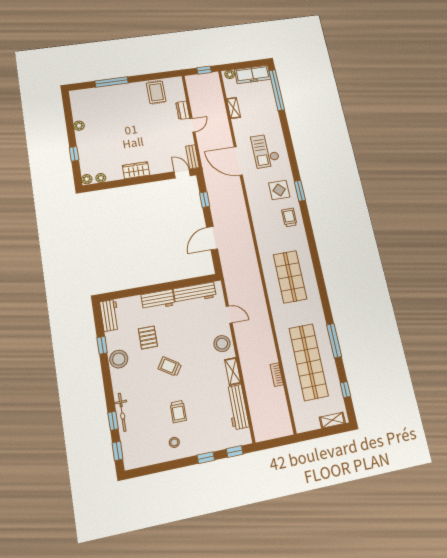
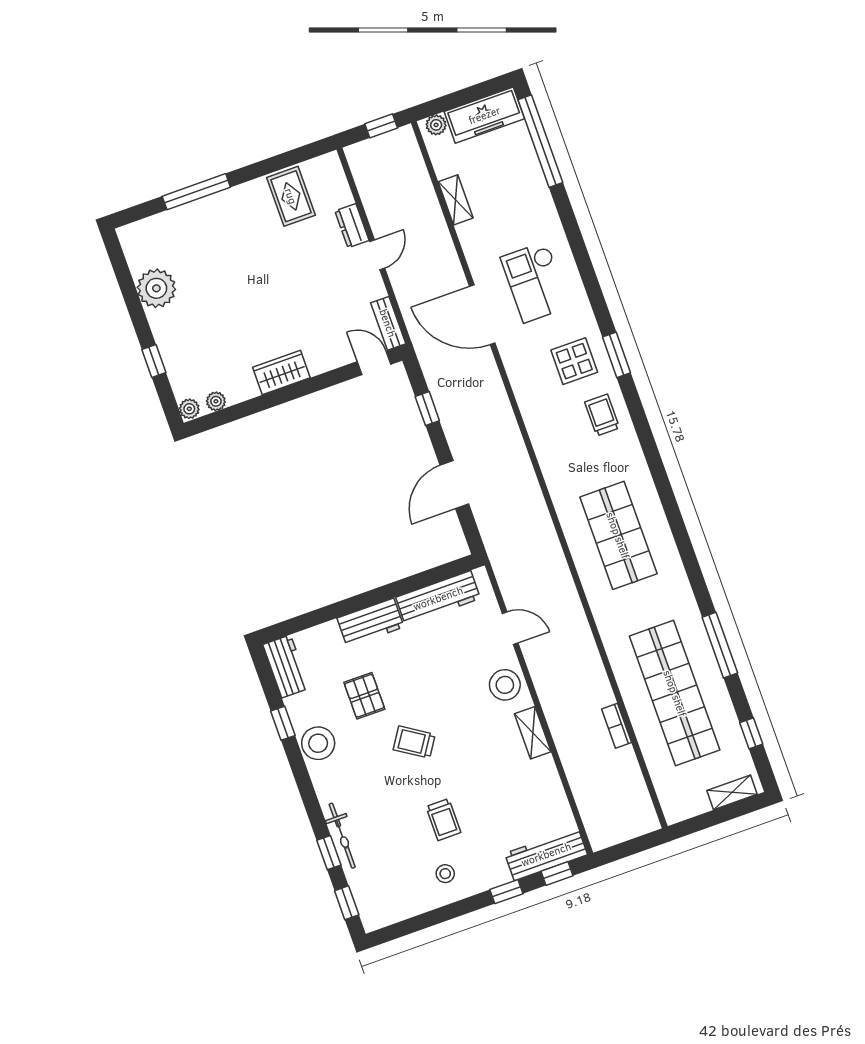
plant: (79, 126) -> (156, 288), width x1.88, depth x1.88
workbench: (237, 407) -> (546, 854), moved, turned 90

